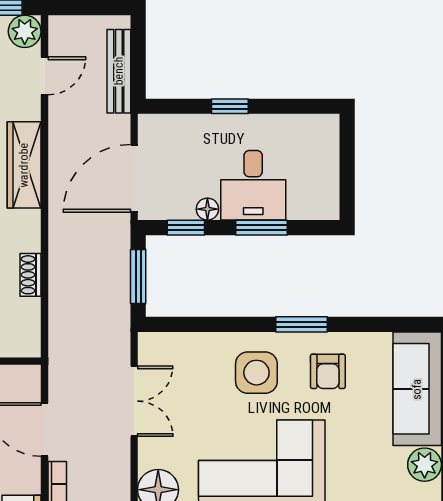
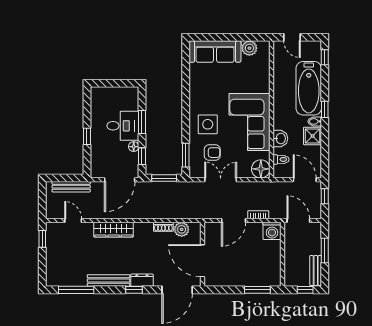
plant: (25, 31) -> (182, 229), moved
door: (134, 178) -> (120, 180), hinge flipped
window: (302, 324) -> (186, 155), moved
armchair: (328, 371) -> (212, 153), moved

